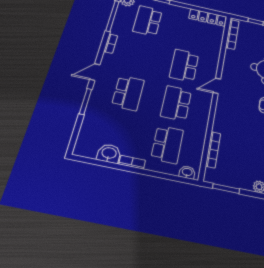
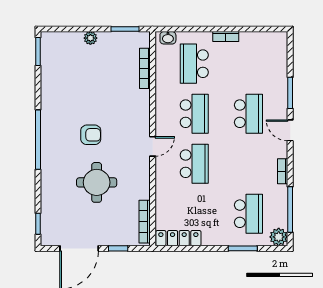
door: (95, 72) -> (290, 130), swing flipped
school desk: (128, 93) -> (248, 114), turned 180
washbasin: (109, 153) -> (251, 41), removed

